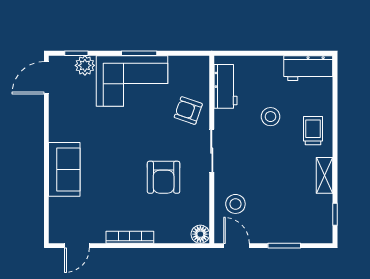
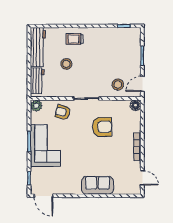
plant: (85, 65) -> (36, 106), moved
workbench: (308, 68) -> (38, 47), width x1.38
workbench: (226, 86) -> (37, 81), moved, turned 90
armchair: (188, 111) -> (63, 112), turned 87
shelving: (325, 175) -> (101, 32), removed

